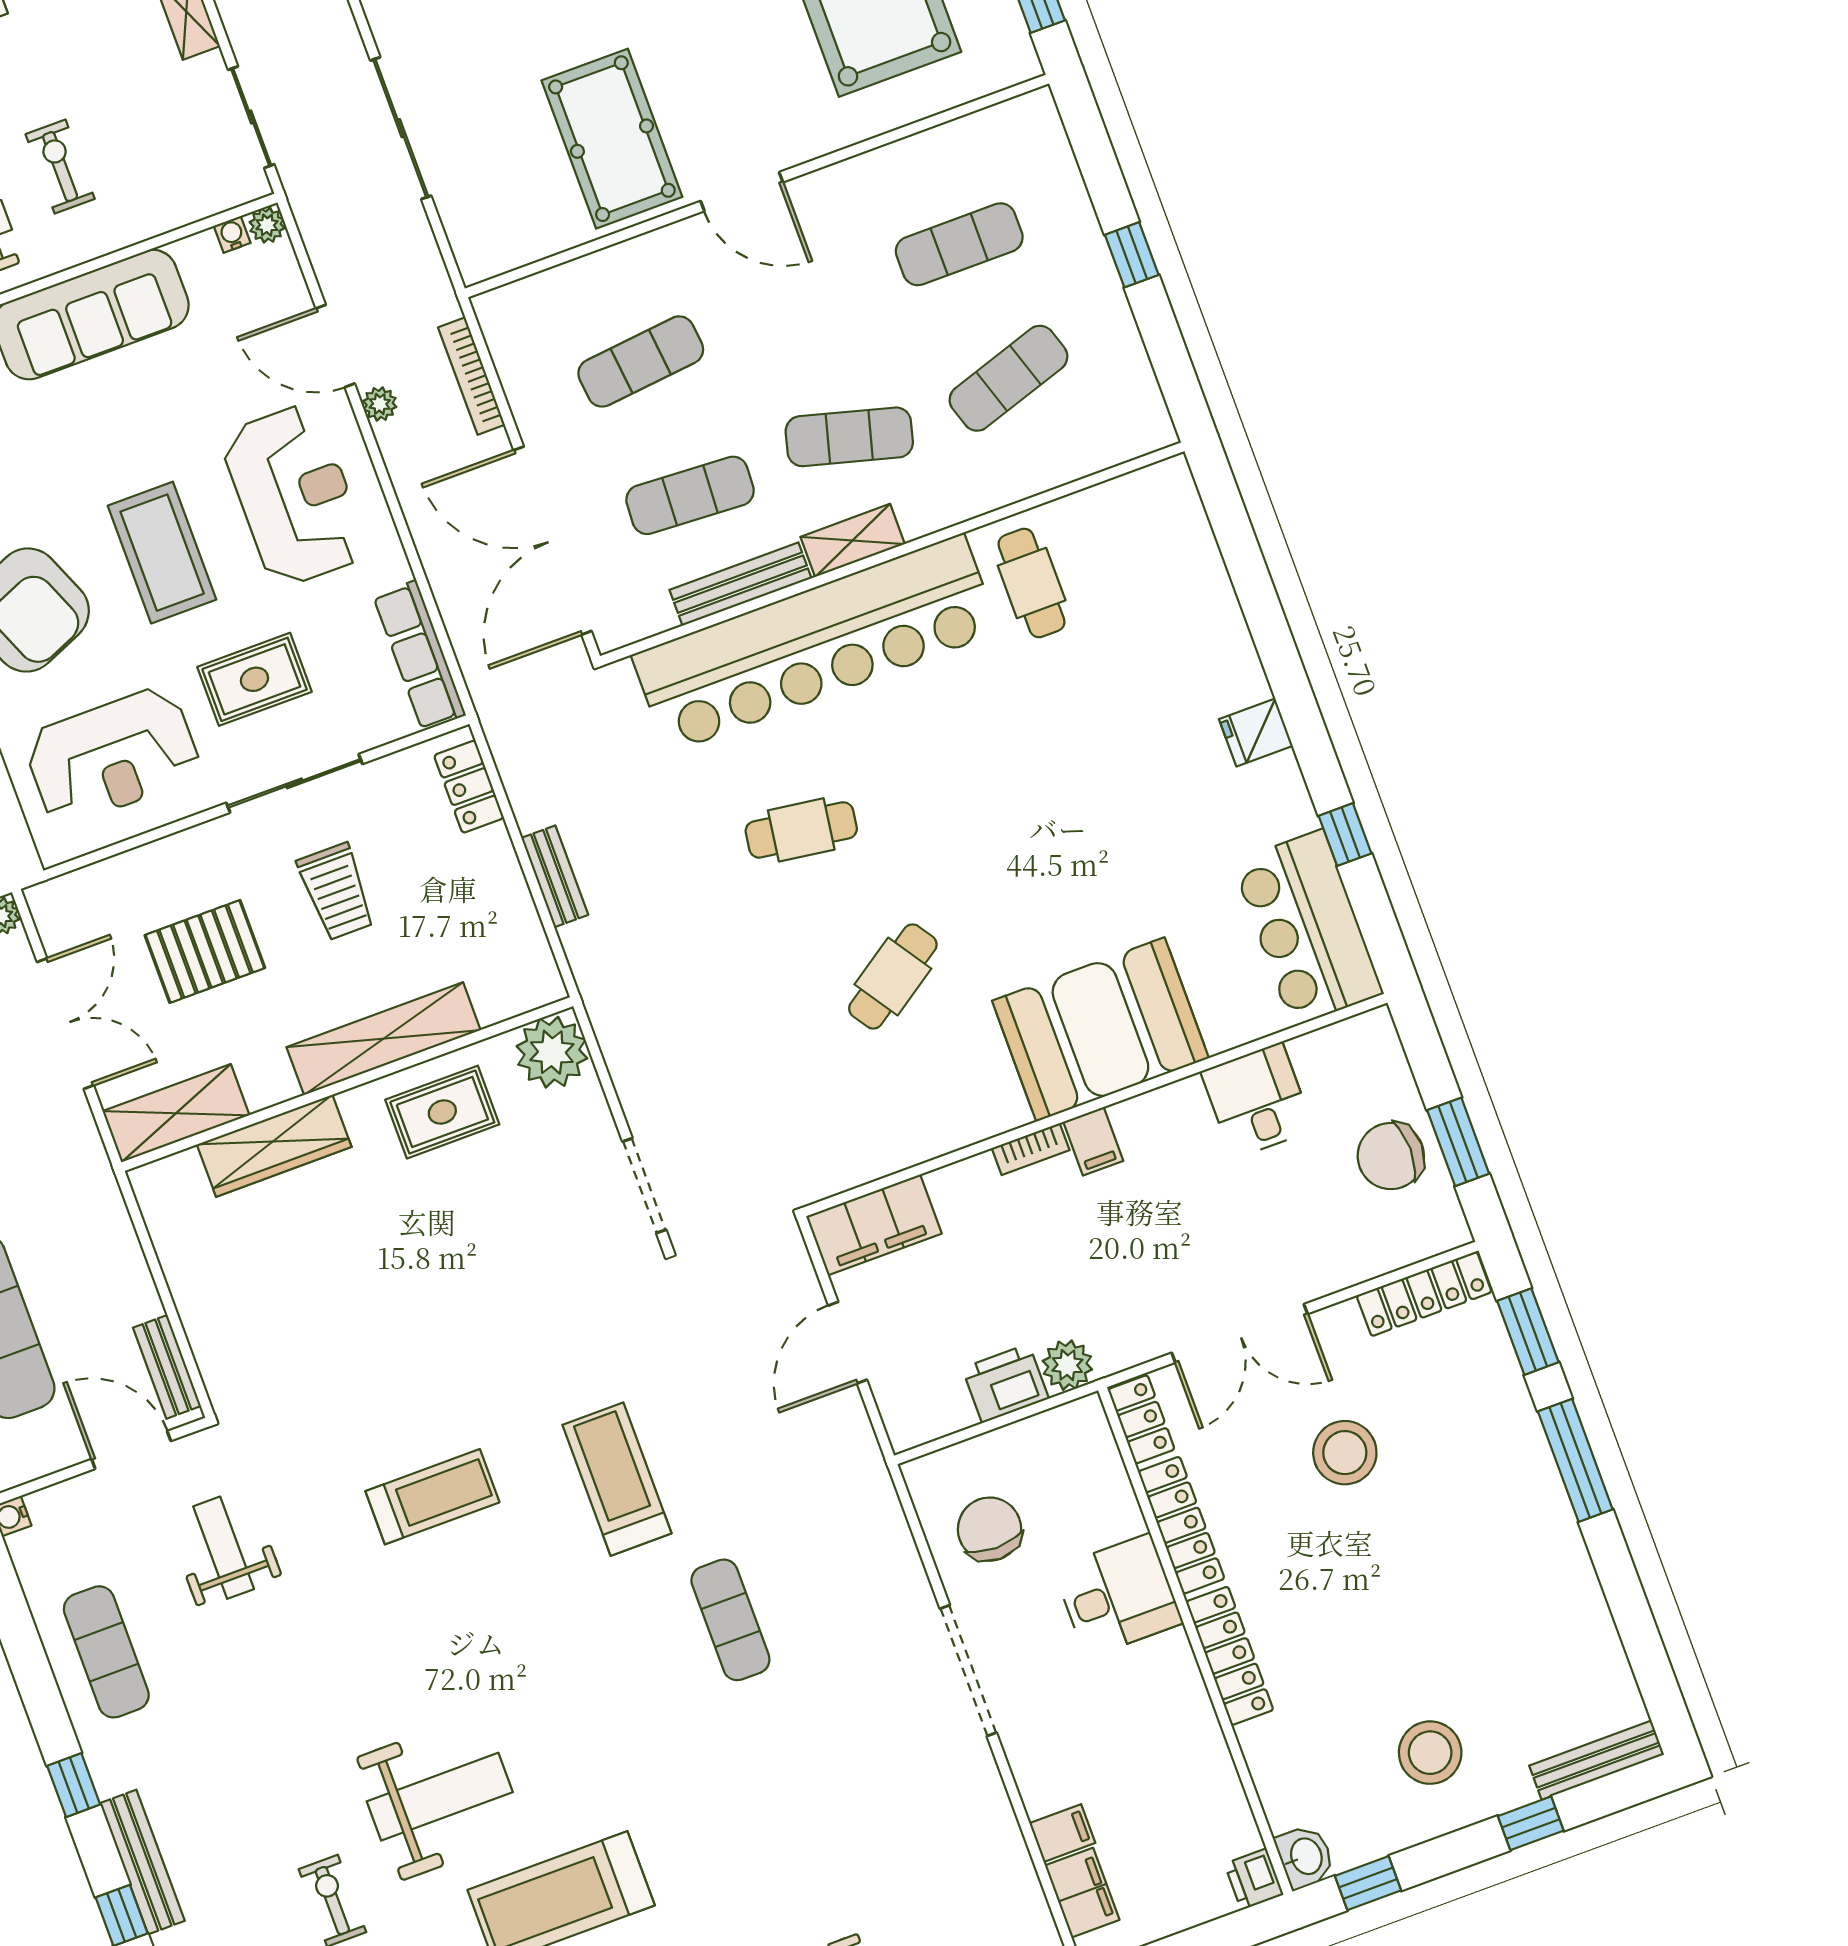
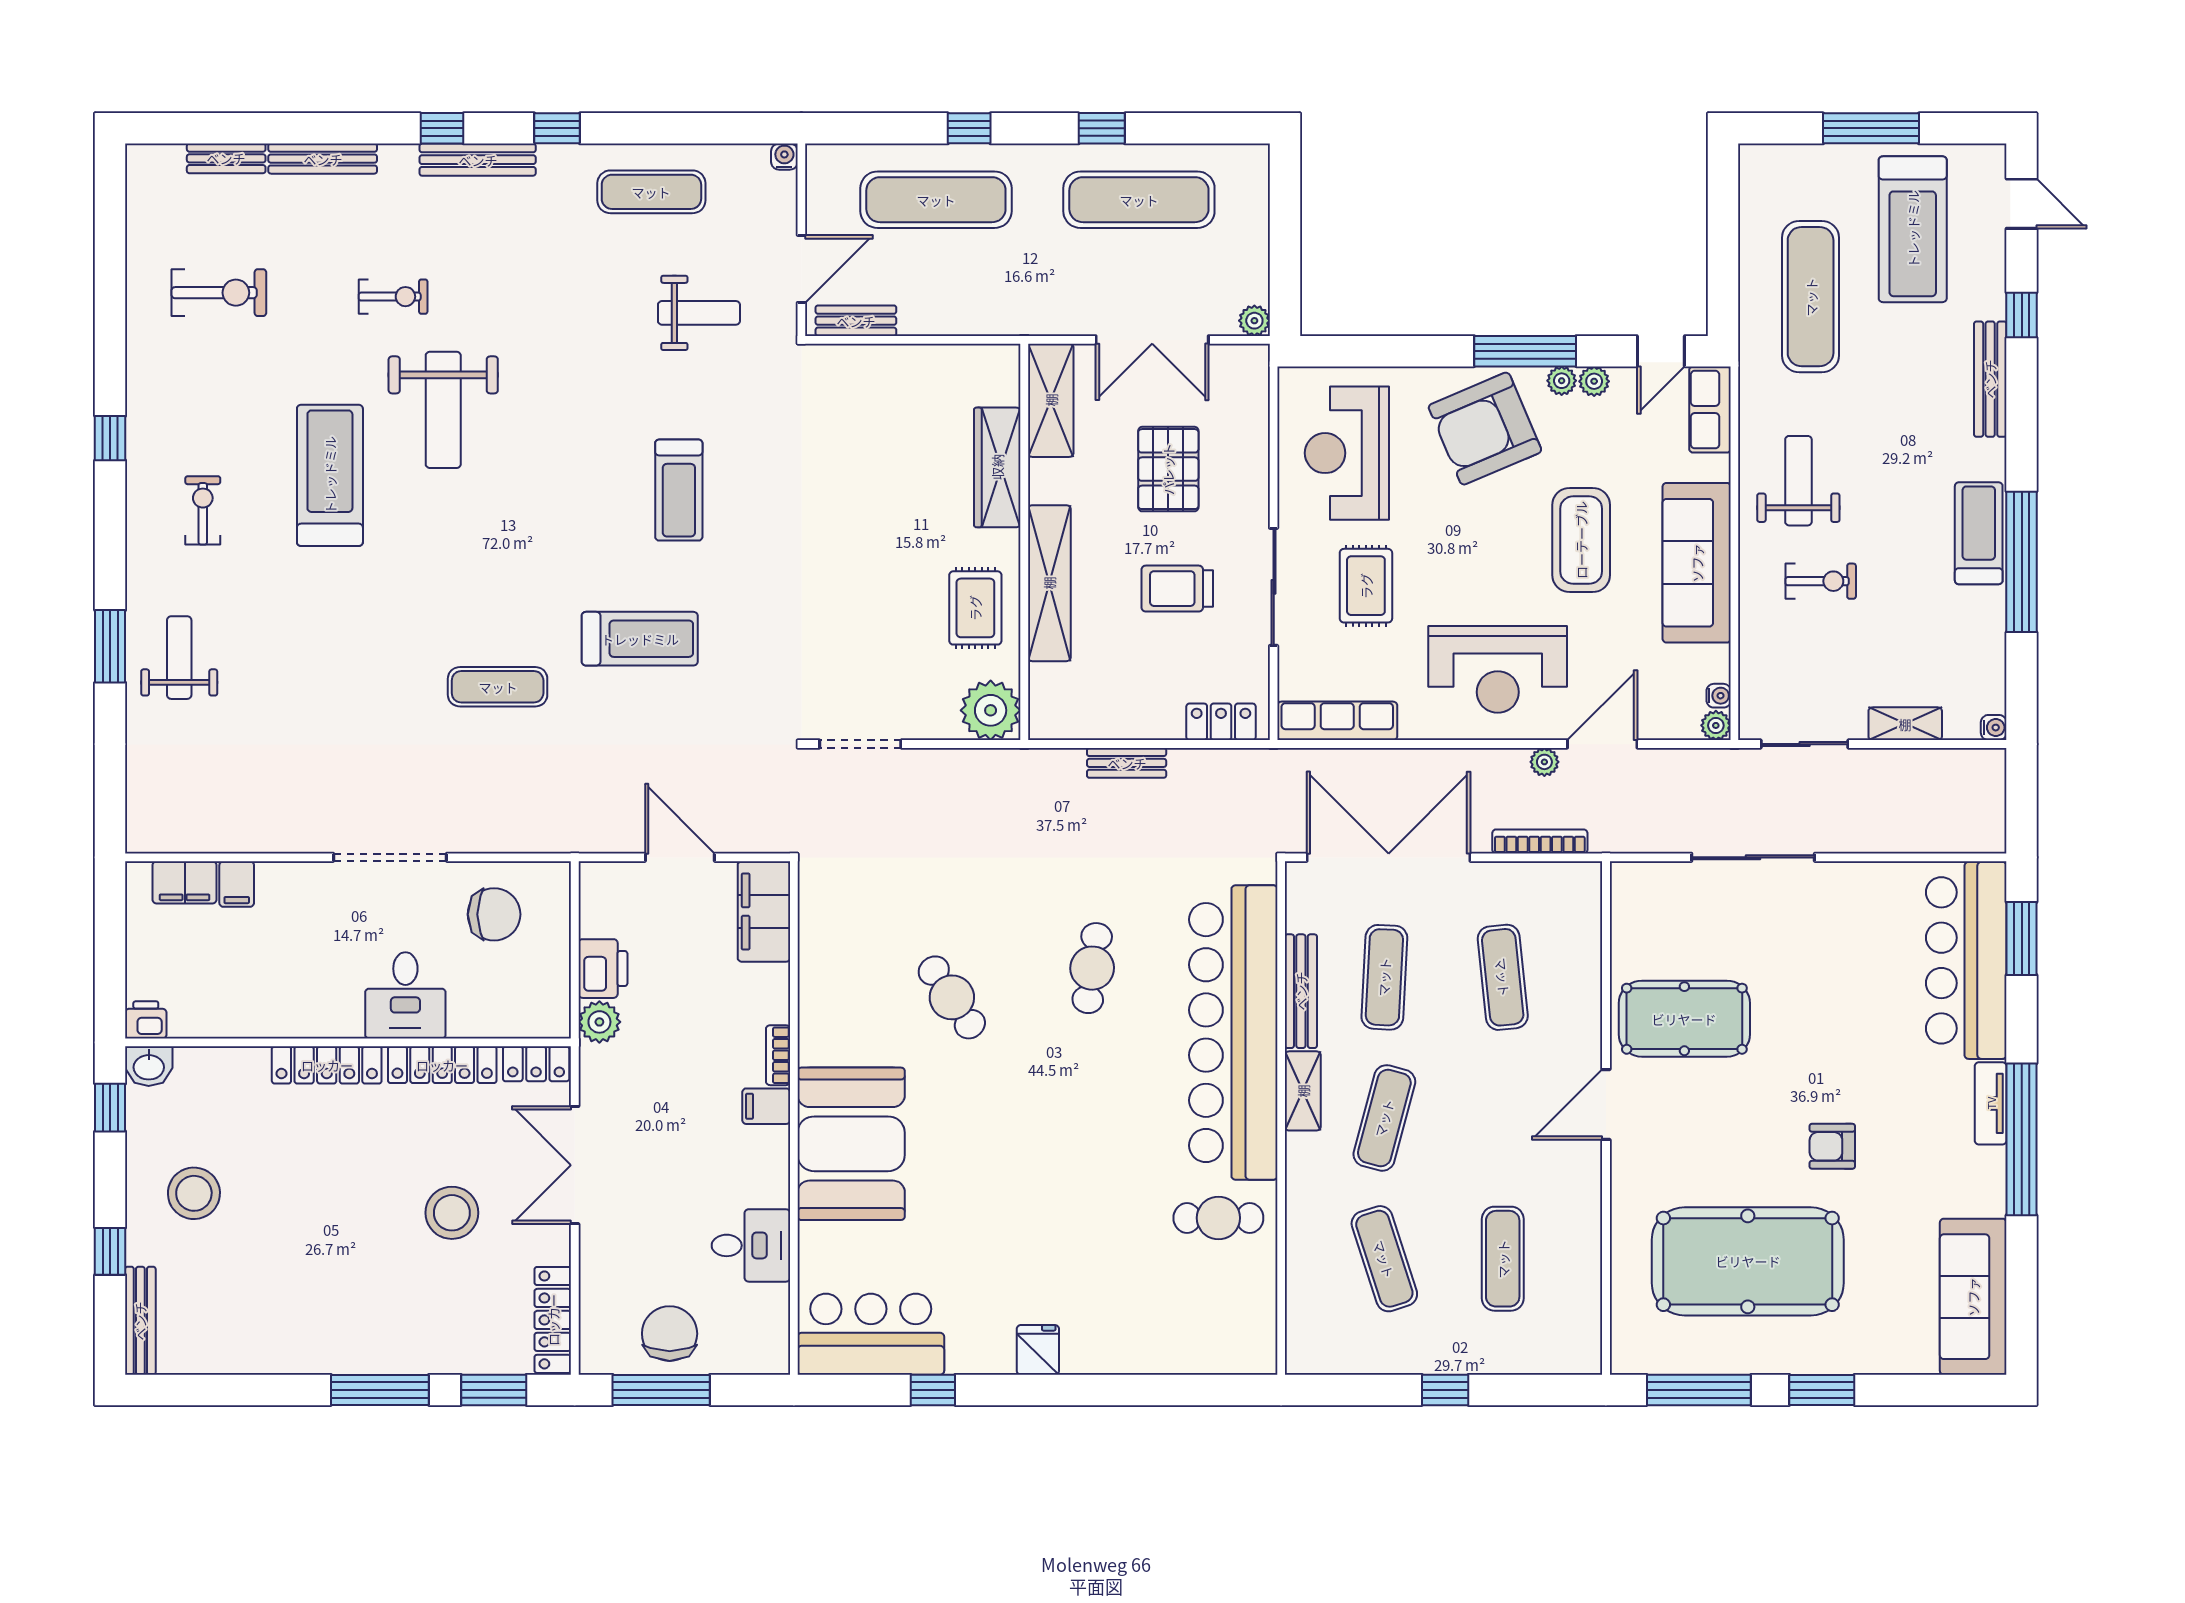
coffee table: (162, 553) -> (1581, 540), moved, turned 90
window: (1458, 1142) -> (661, 1390), width x1.44

